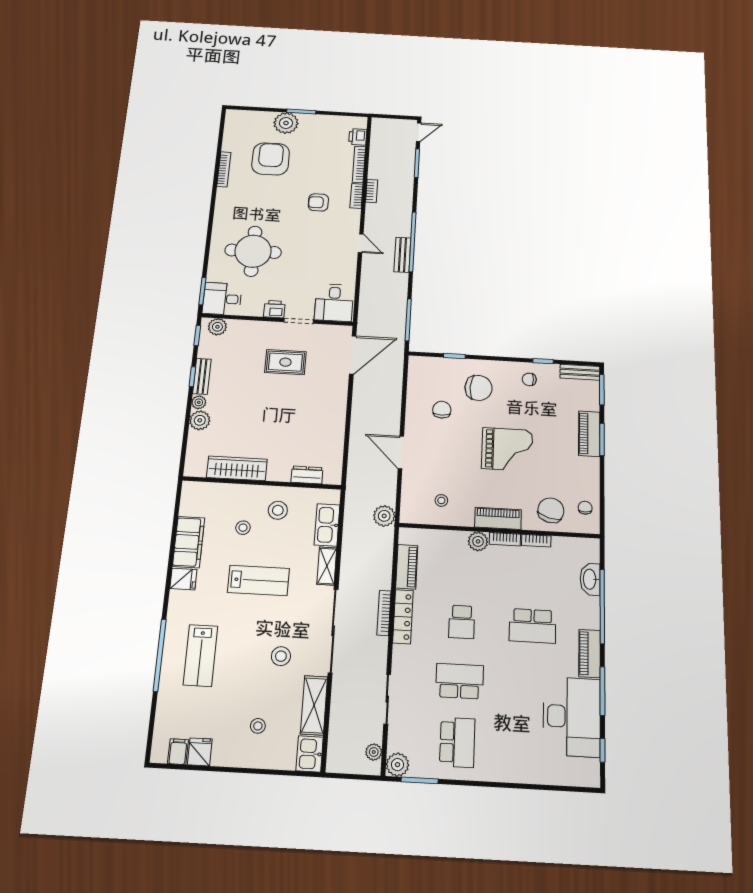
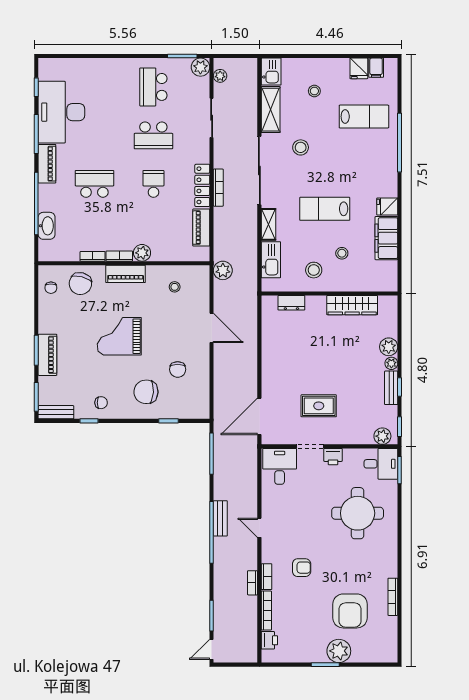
lab bench: (200, 655) -> (364, 117), moved, turned 90

